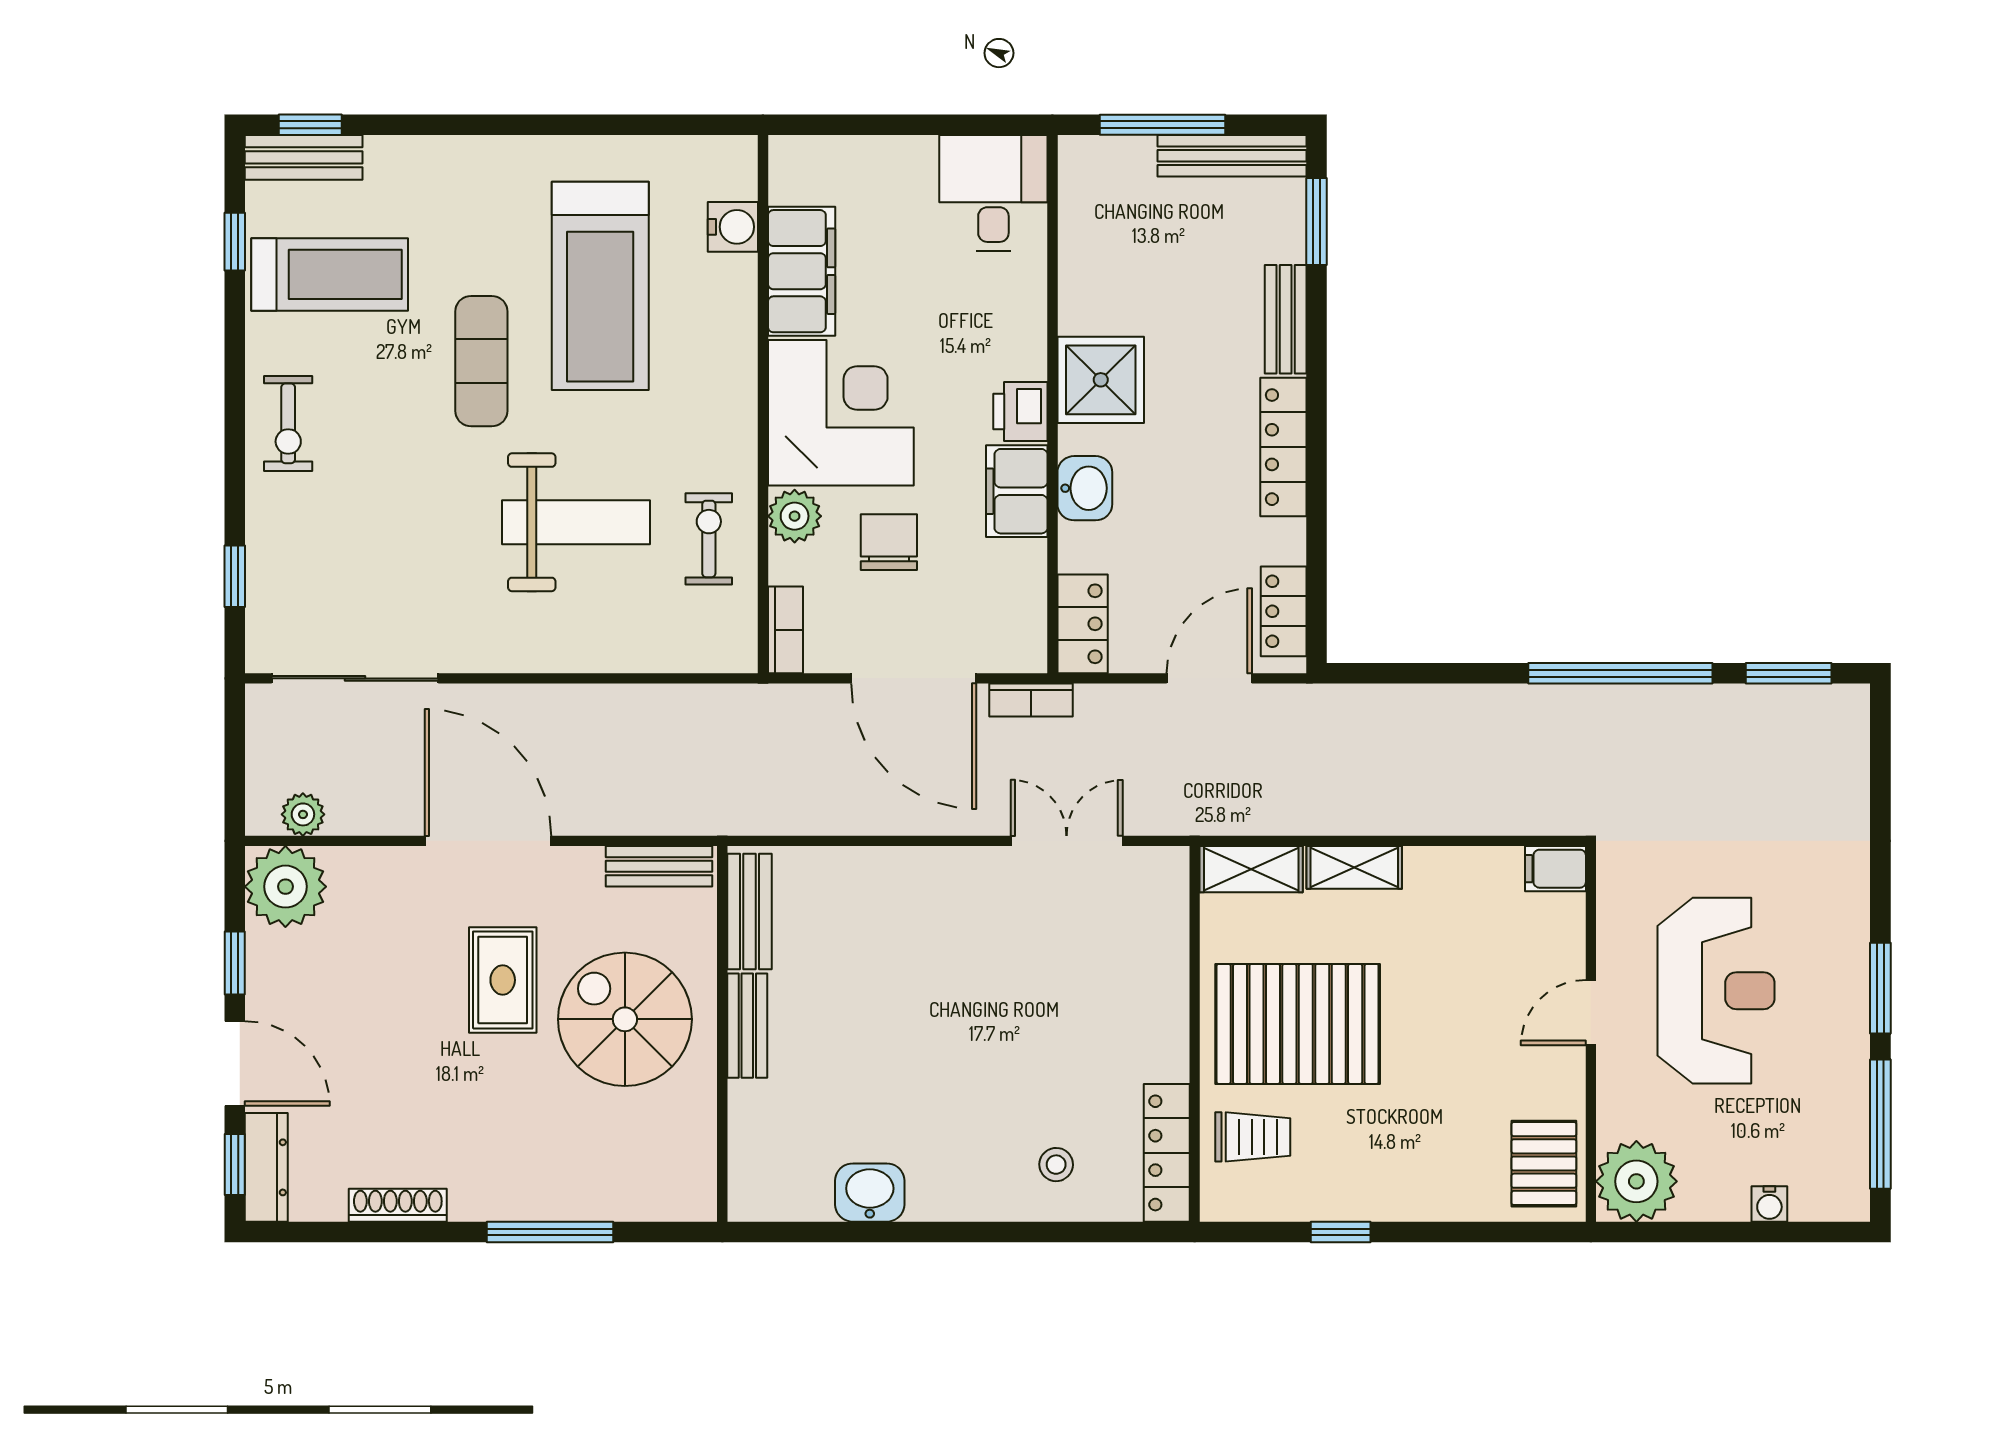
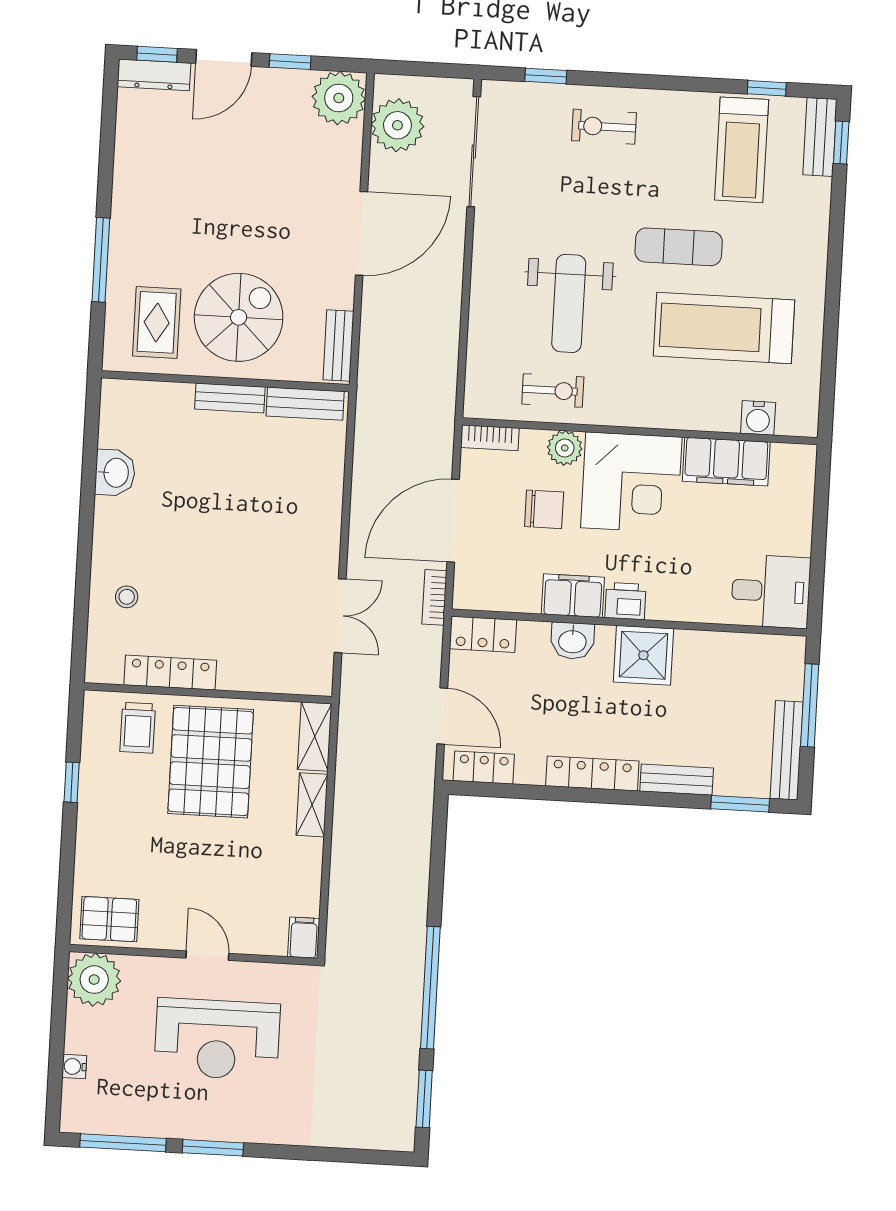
exercise bike: (288, 423) -> (604, 127), moved
plant: (303, 814) -> (397, 125), width x1.87, depth x1.87
rug: (503, 980) -> (157, 322), moved, turned 90
locker: (1167, 1153) -> (170, 673), moved
shoe rack: (398, 1205) -> (124, 160), removed

